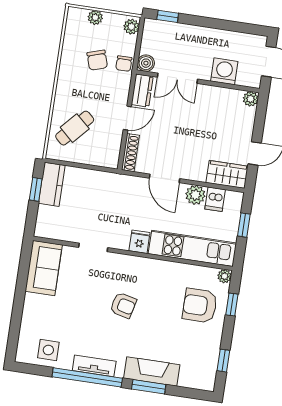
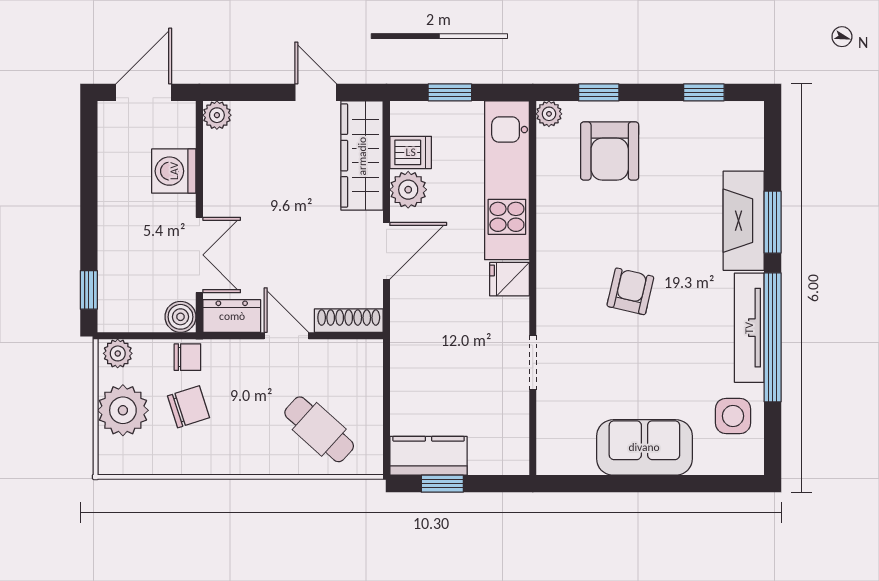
plant: (95, 17) -> (123, 410), width x1.88, depth x1.88
wardrobe: (227, 174) -> (362, 156), width x1.50
sofa: (44, 268) -> (644, 447), moved
tv unit: (94, 366) -> (749, 328), width x1.41

